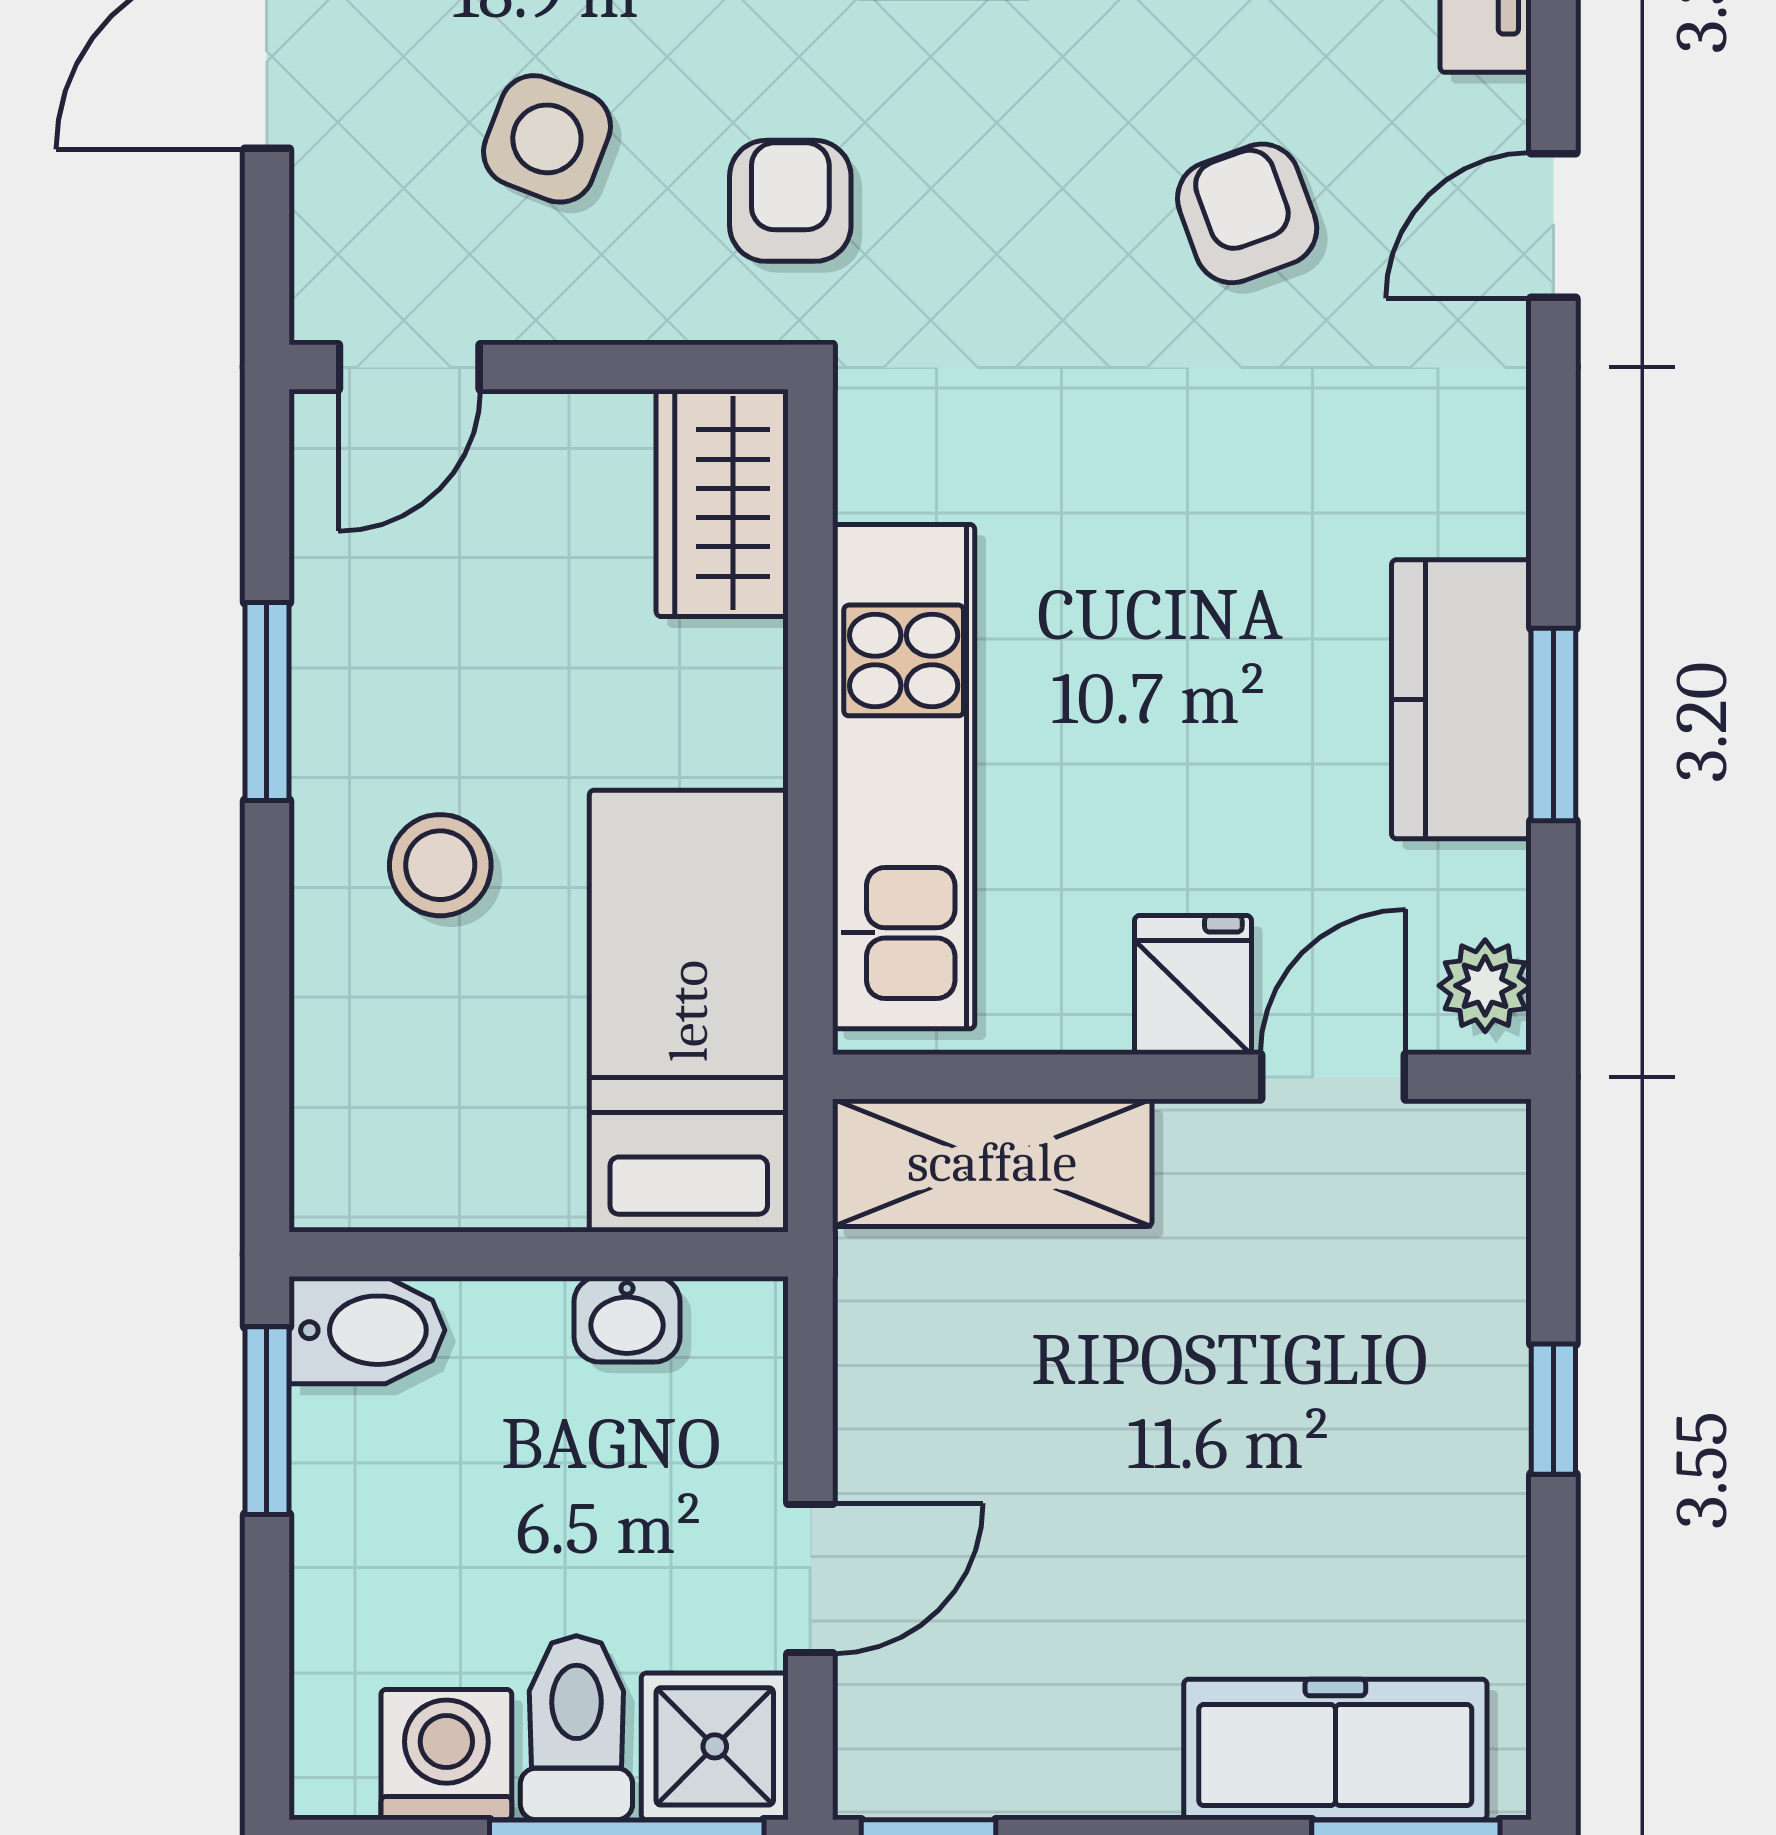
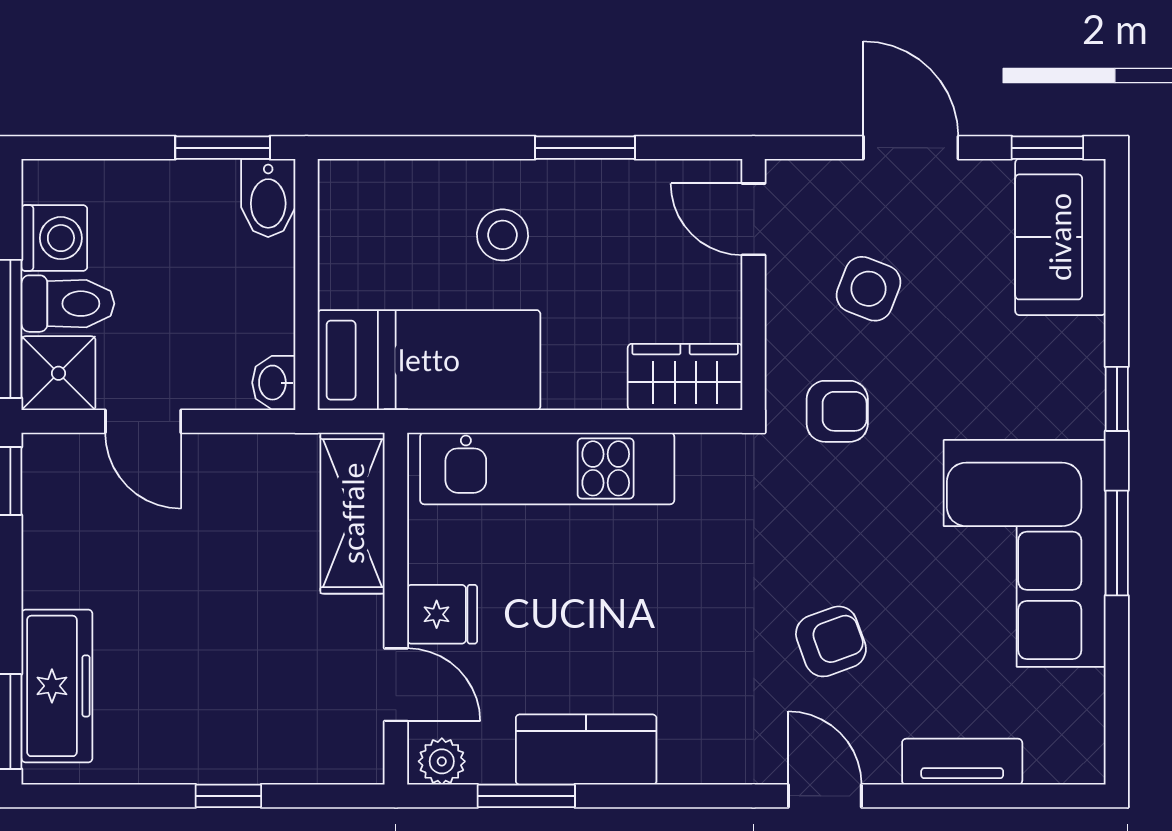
window: (1553, 724) -> (526, 796), moved
washbasin: (627, 1319) -> (274, 383), moved

